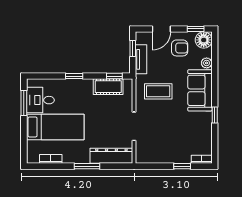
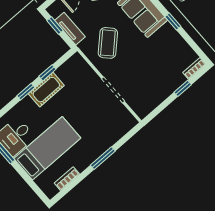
window: (114, 76) -> (47, 73), moved
cot: (108, 87) -> (46, 90), moved
coffee table: (158, 91) -> (108, 43), turned -44
dresser: (111, 156) -> (116, 131), removed

